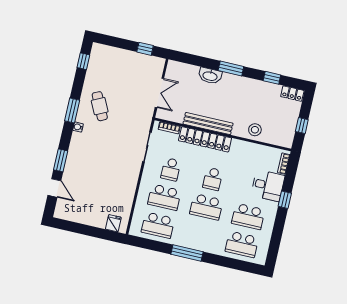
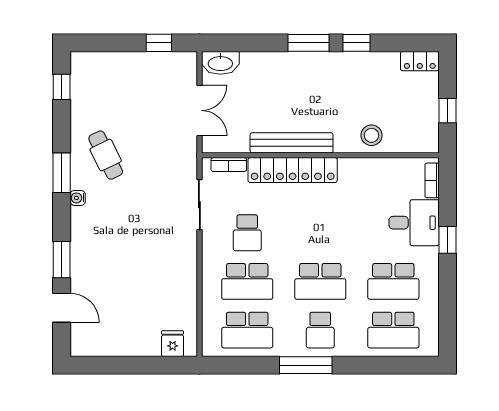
washbasin: (210, 76) -> (220, 63), moved
window: (272, 78) -> (356, 43), moved
school desk: (213, 179) -> (320, 330), moved

